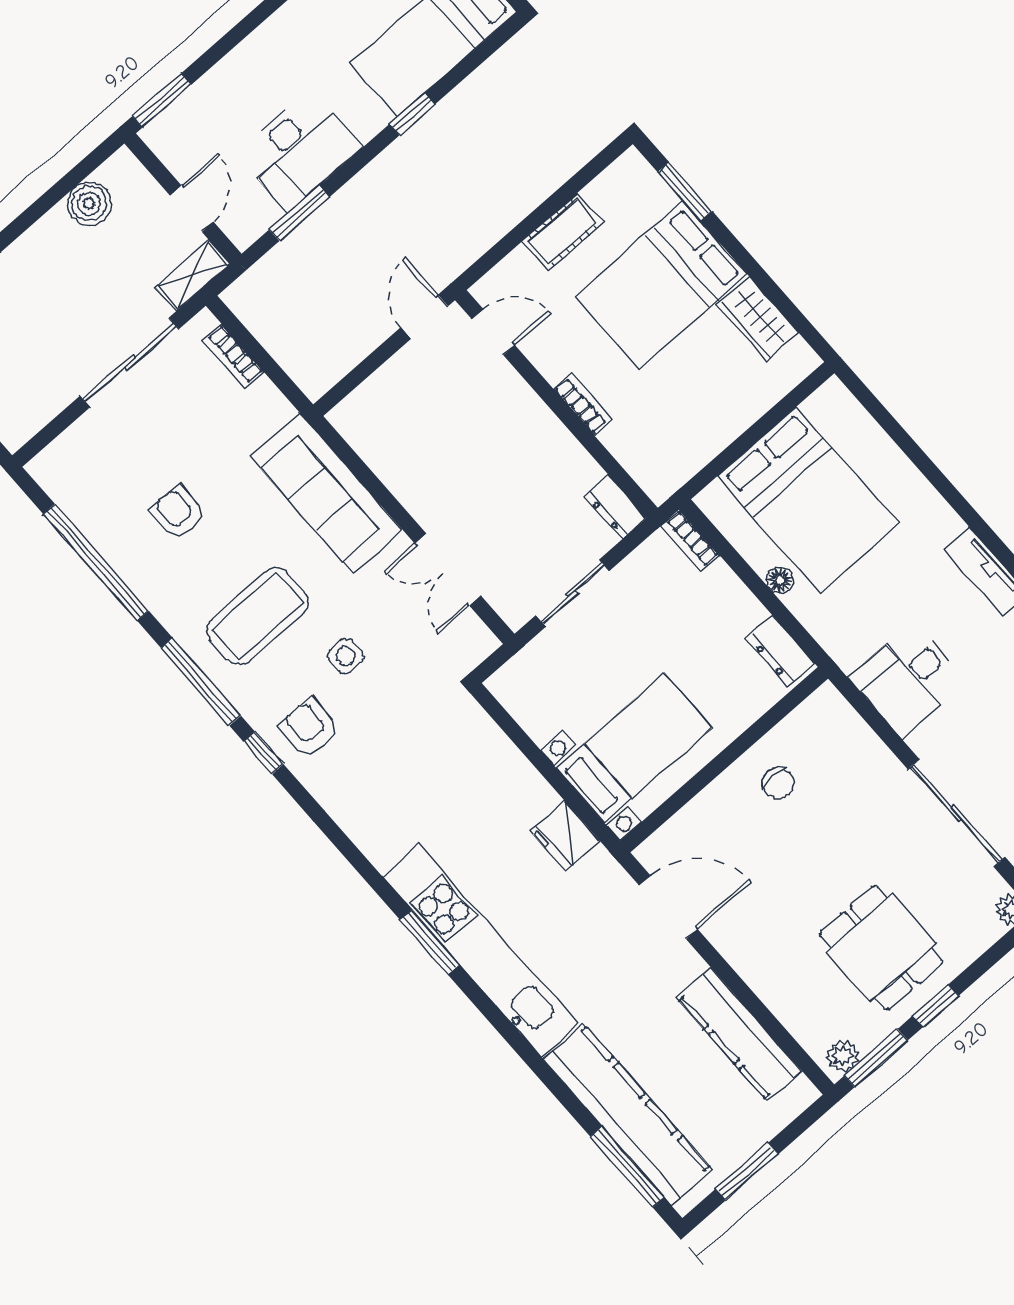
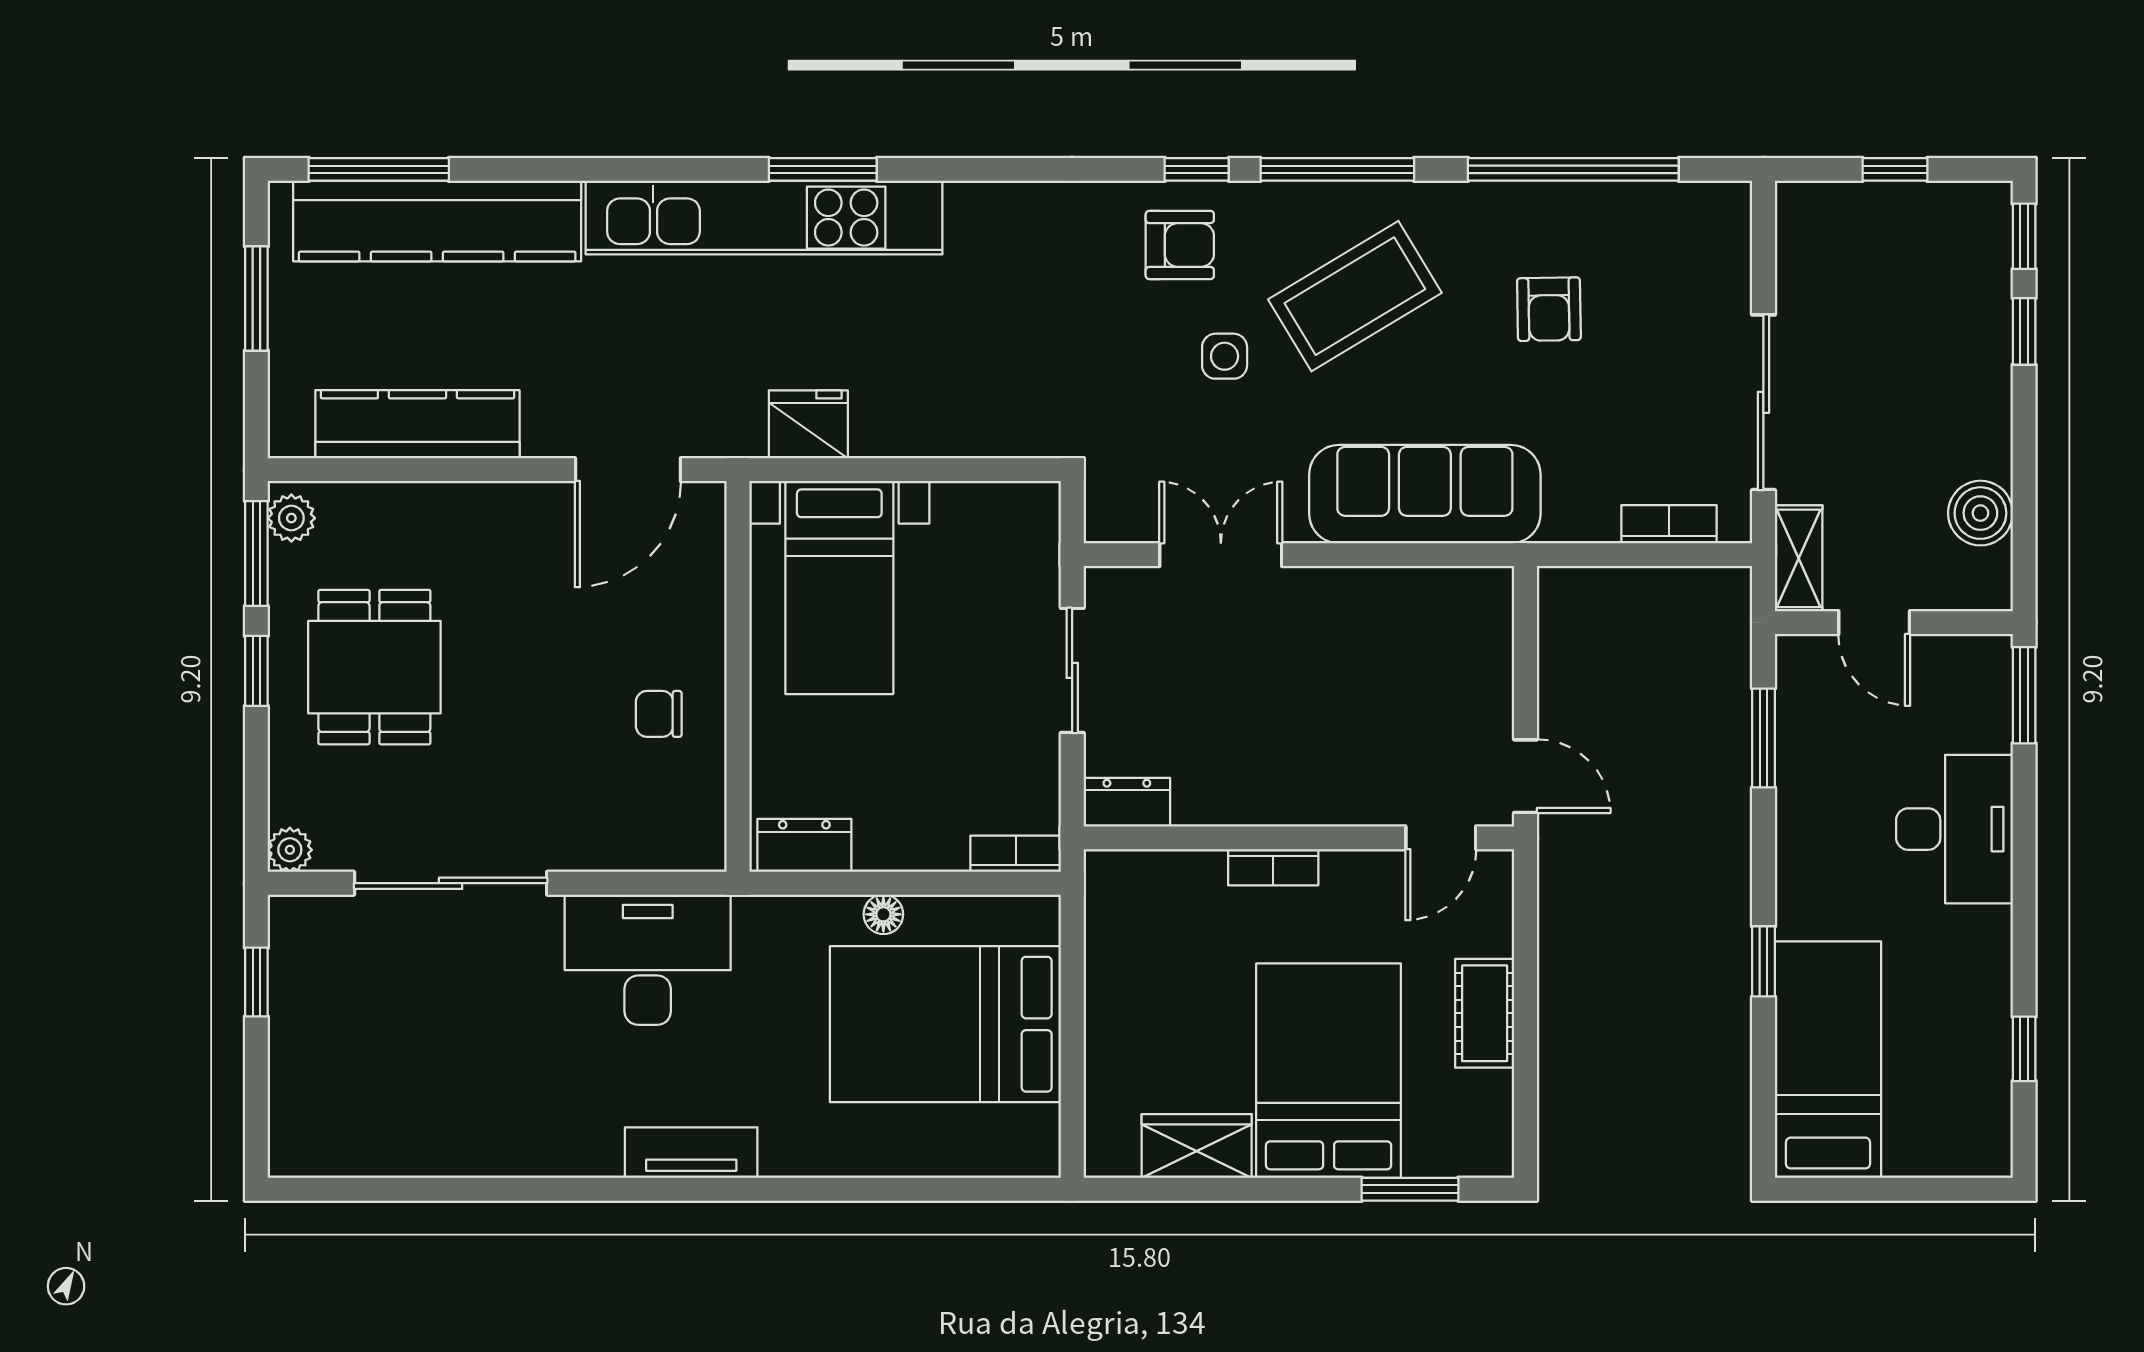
desk: (299, 151) -> (1954, 829), moved, turned 180
armchair: (178, 513) -> (1549, 309), turned 89
coffee table: (257, 617) -> (1355, 296), turned 59
desk: (908, 679) -> (648, 960), width x1.37
dining table: (881, 948) -> (374, 667), turned 90

